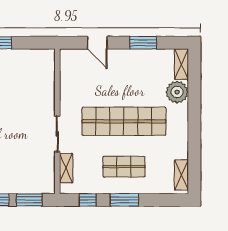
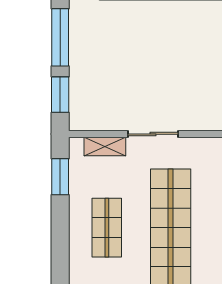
window: (88, 200) -> (60, 177), width x1.50
window: (124, 200) -> (60, 228), removed

